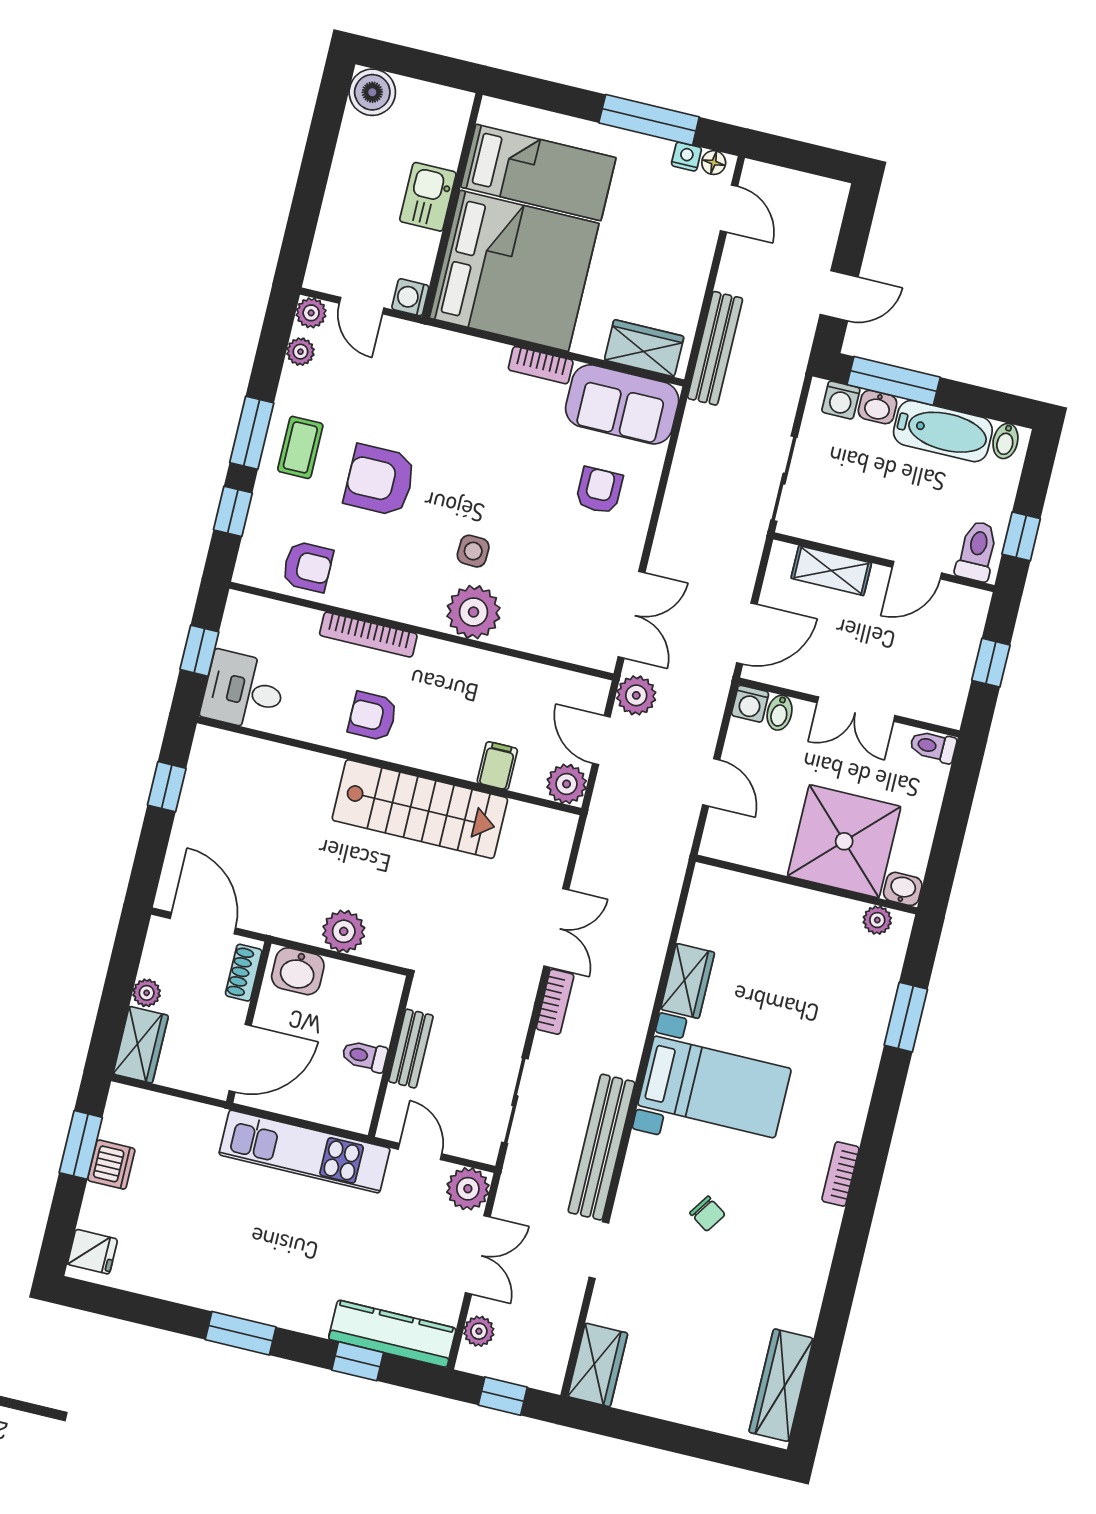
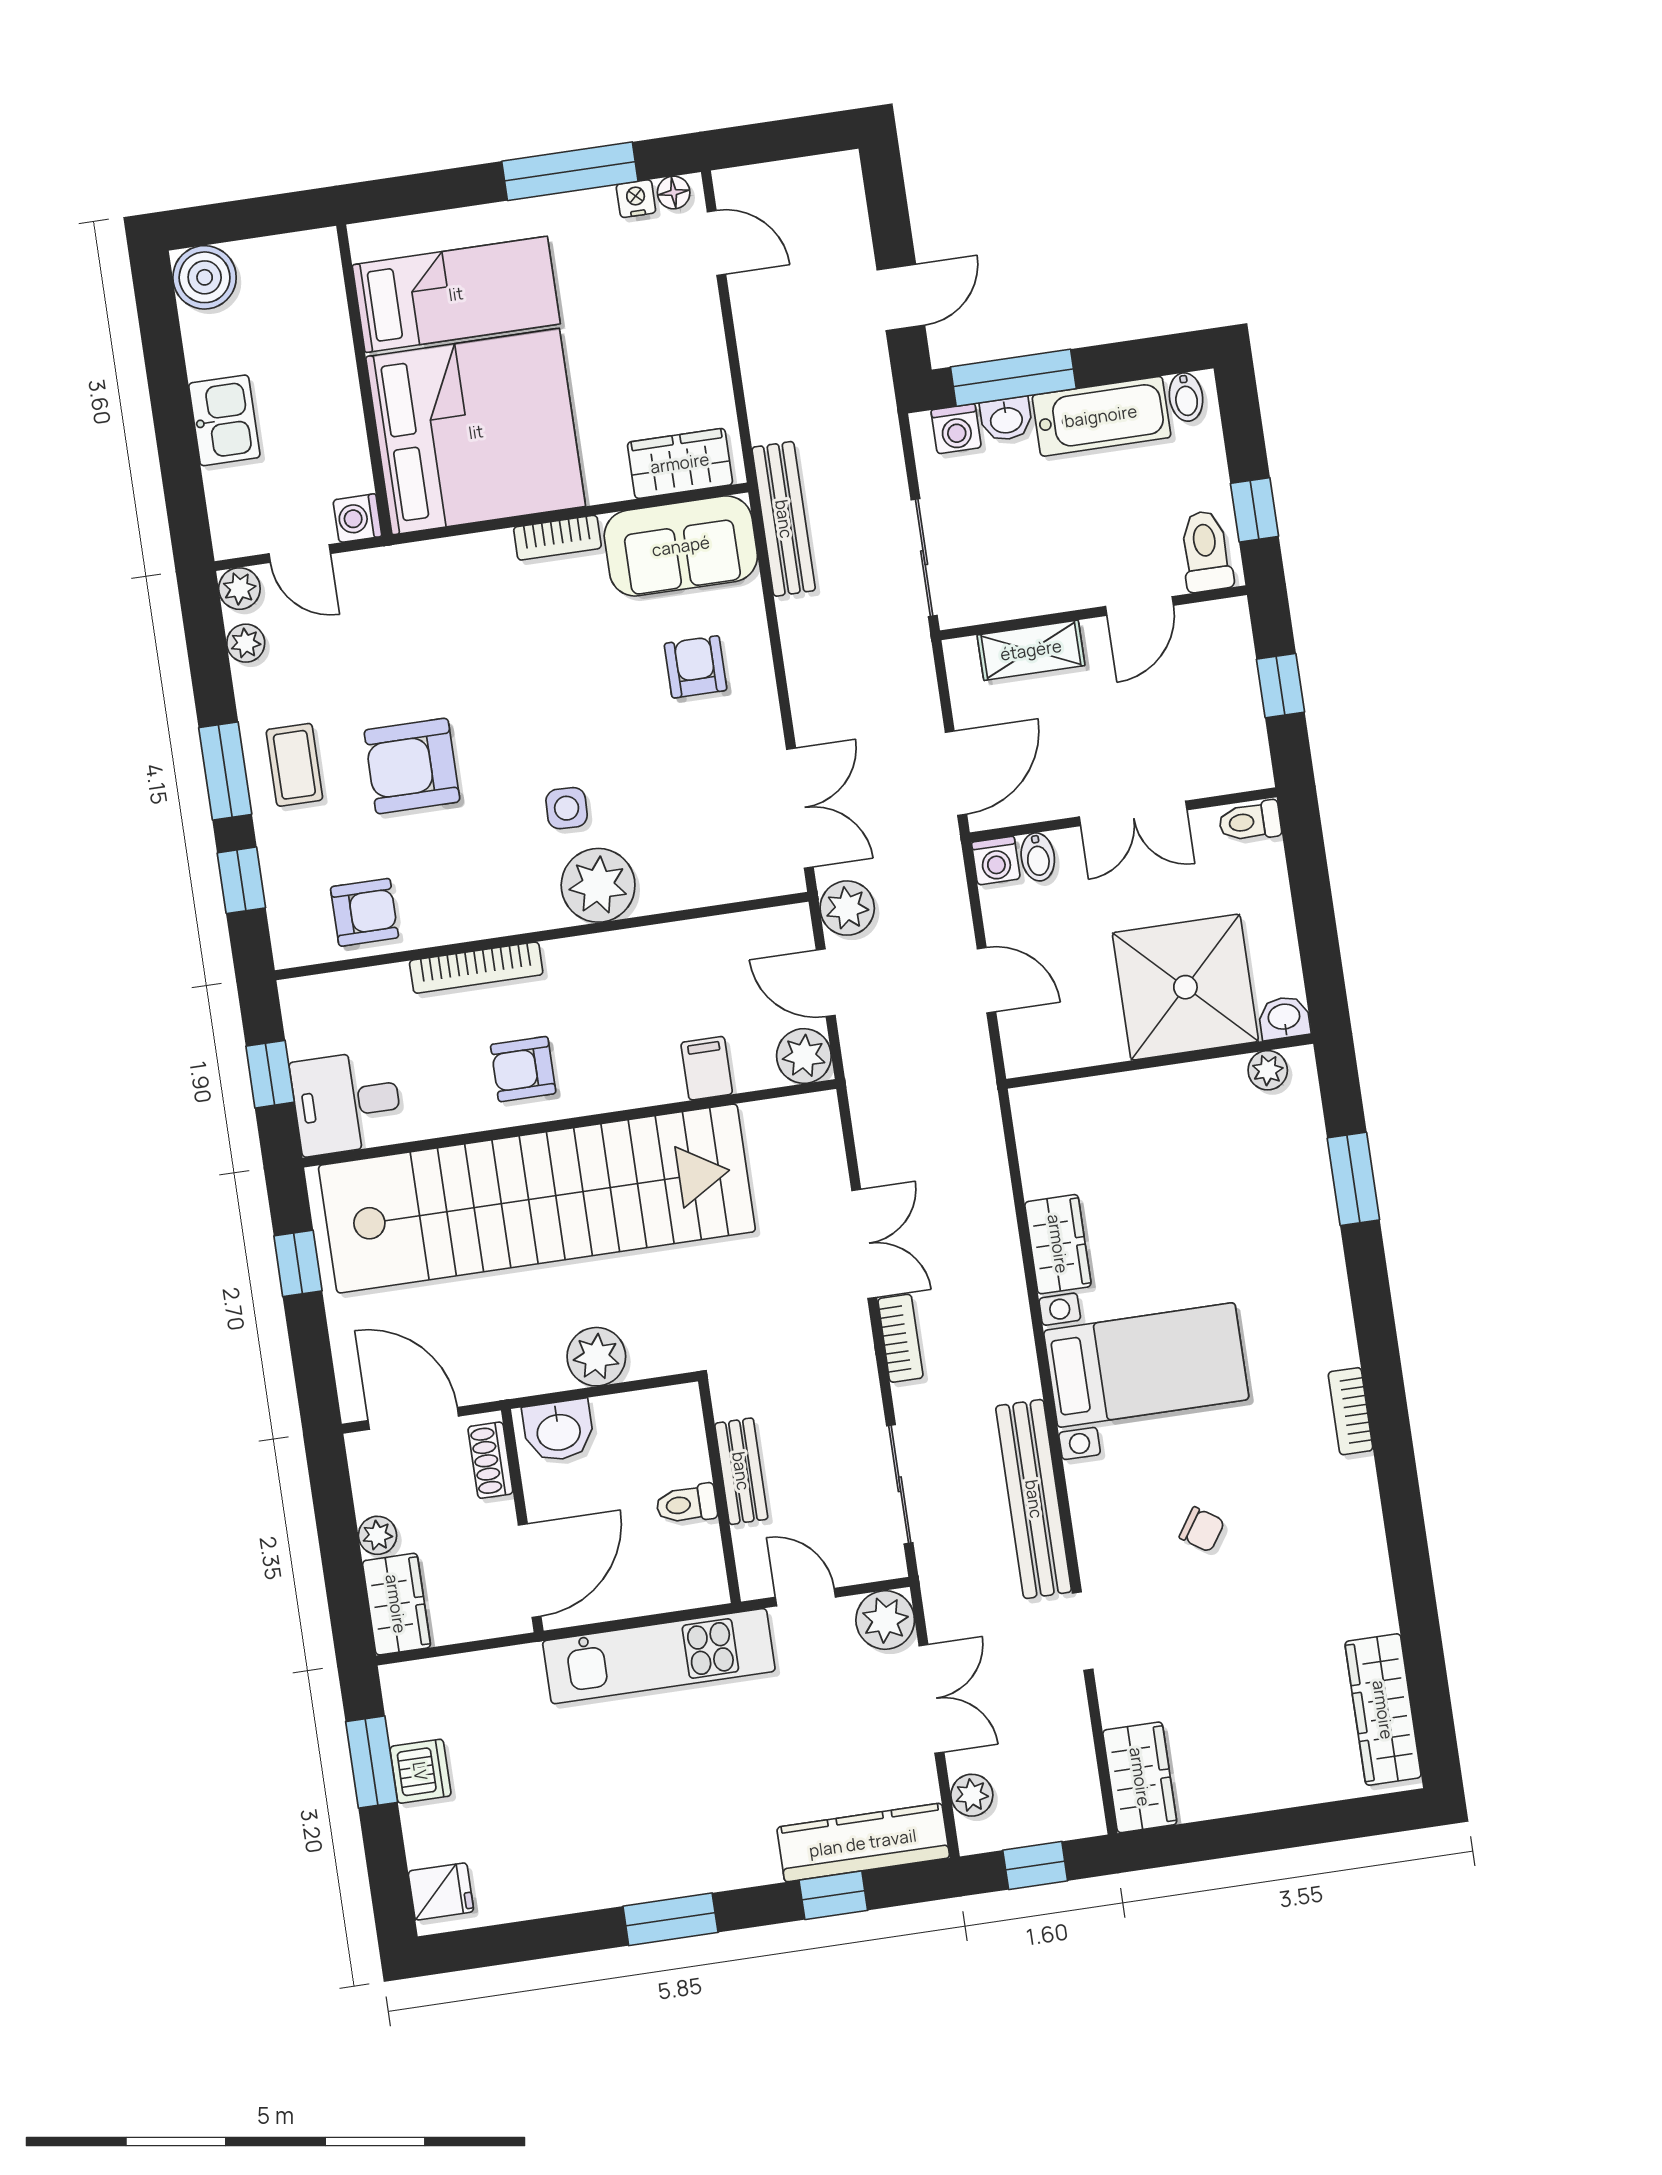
kitchen sink: (428, 197) -> (224, 420), moved, turned 180
bench: (715, 348) -> (784, 519), moved
stairs: (420, 809) -> (537, 1198), width x1.86, depth x1.51

